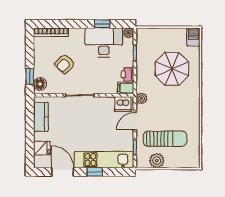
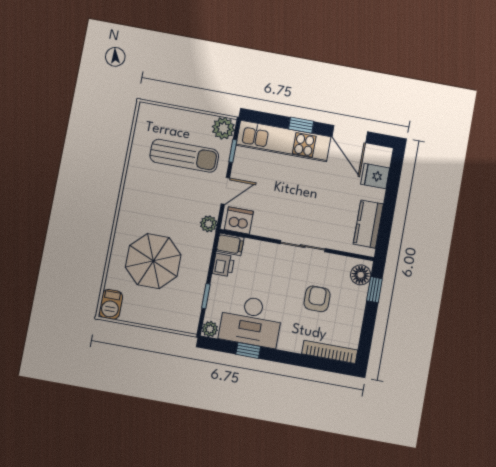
armchair: (65, 64) -> (317, 299), turned -44
sun lounger: (165, 139) -> (184, 156), turned 180
plant: (157, 161) -> (223, 128), moved

